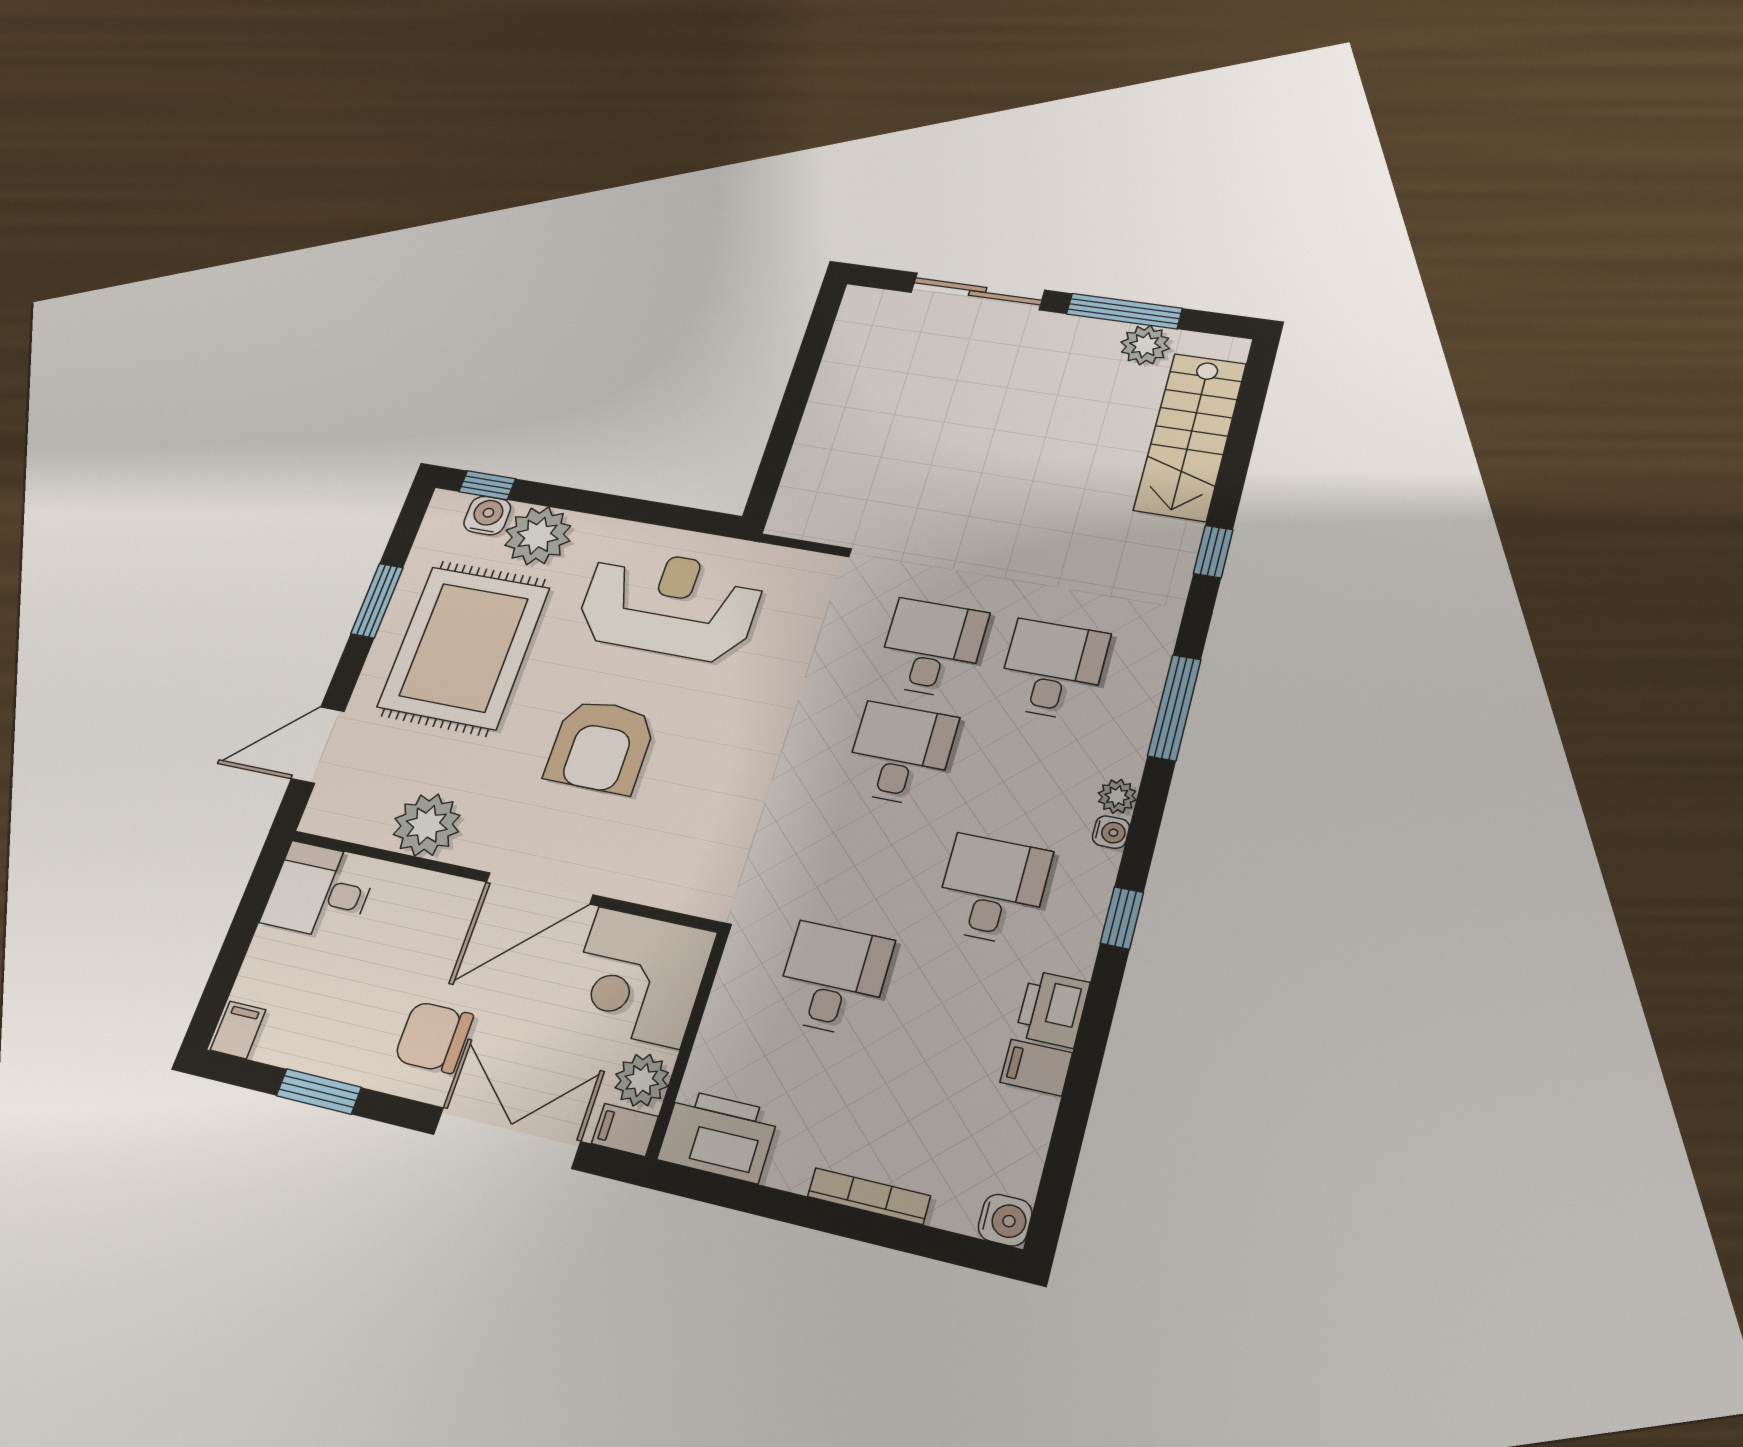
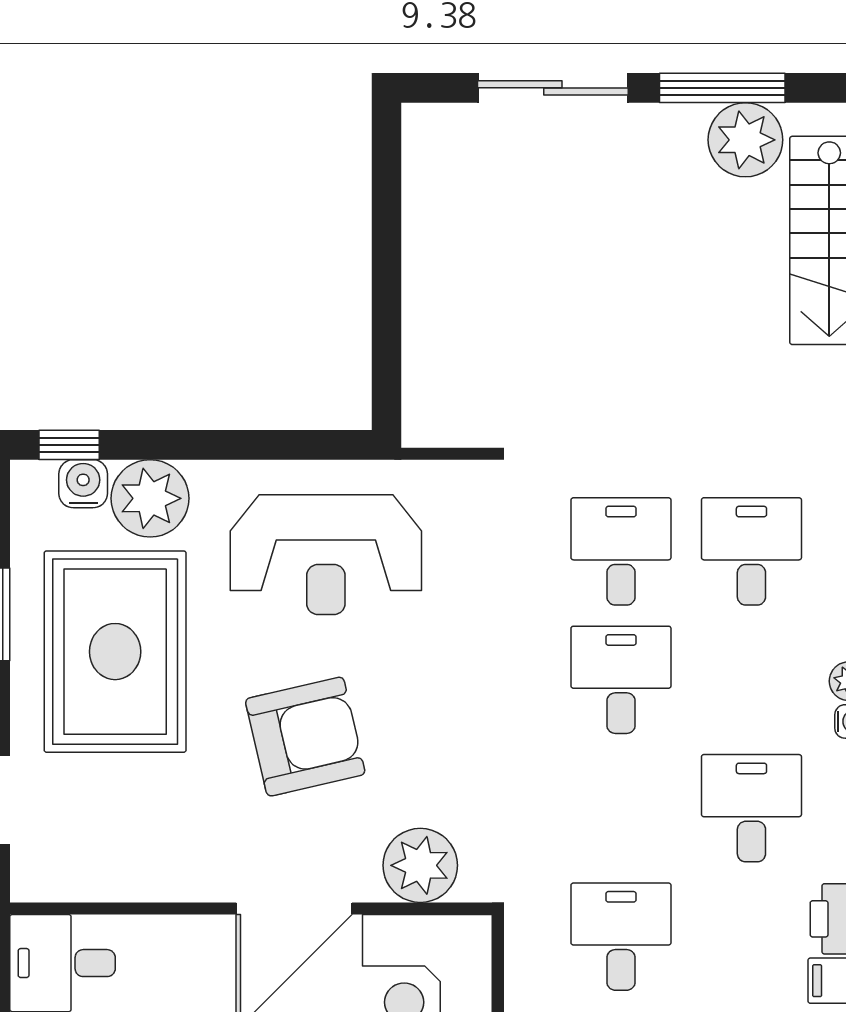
plant: (1145, 345) -> (745, 140), width x1.36, depth x1.36
reception desk: (670, 604) -> (326, 555), turned 180
armchair: (601, 746) -> (305, 737), turned -103
plant: (427, 825) -> (420, 865), moved

